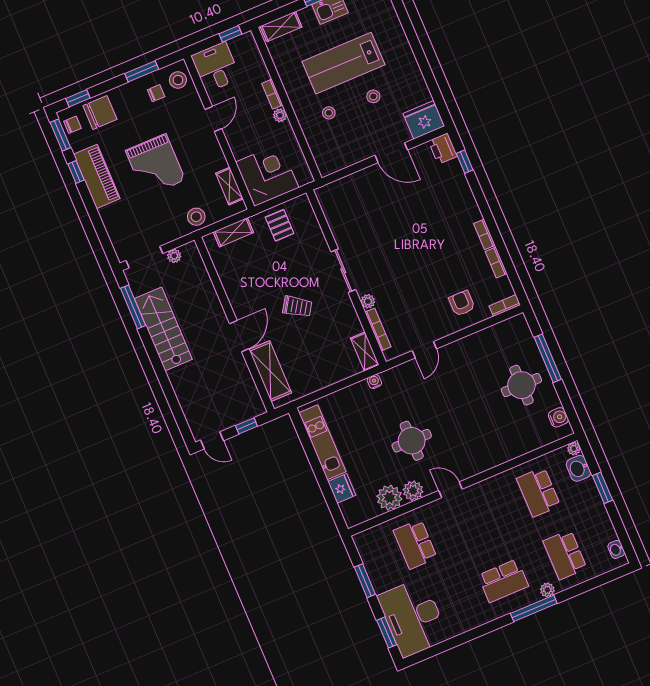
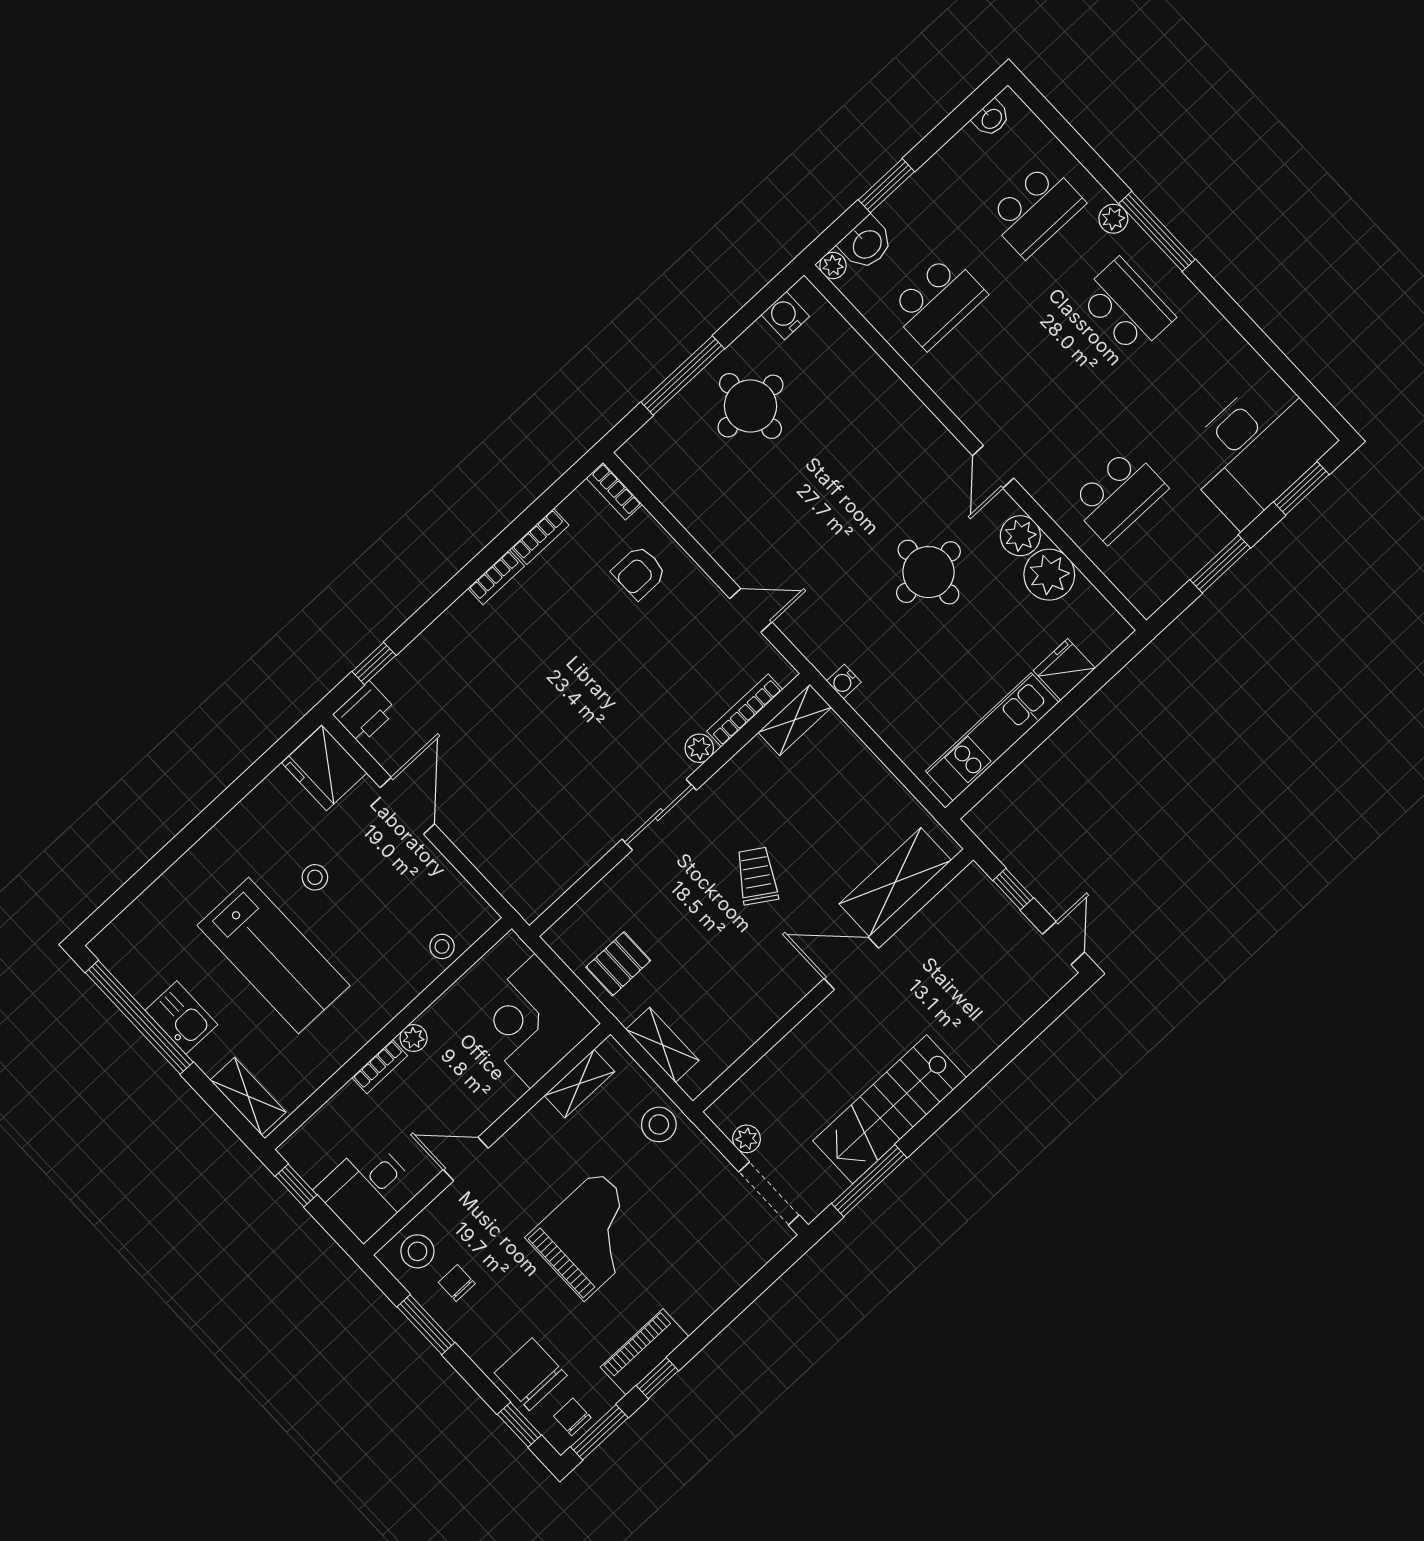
stool: (329, 113) -> (442, 946), moved
piano: (97, 176) -> (644, 1352), width x0.73, depth x0.75

